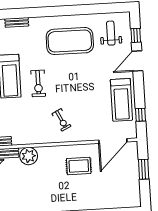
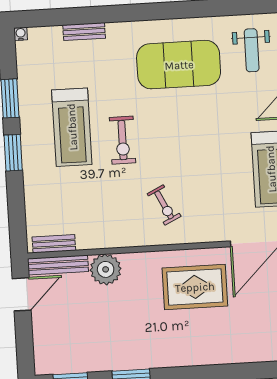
weight bench: (111, 33) -> (252, 50), turned 180
rug: (79, 166) -> (195, 287), width x1.36, depth x1.43

